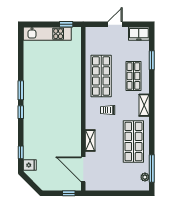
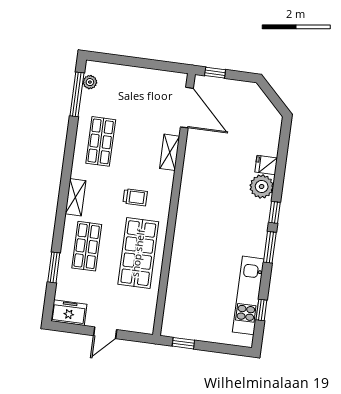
kitchen unit: (47, 34) -> (248, 295), moved, turned -90
plant: (31, 127) -> (262, 186), added
shop shelf: (133, 142) -> (101, 141), width x0.70, depth x0.74
window: (21, 152) -> (261, 310), moved
fridge: (30, 165) -> (266, 165), moved

